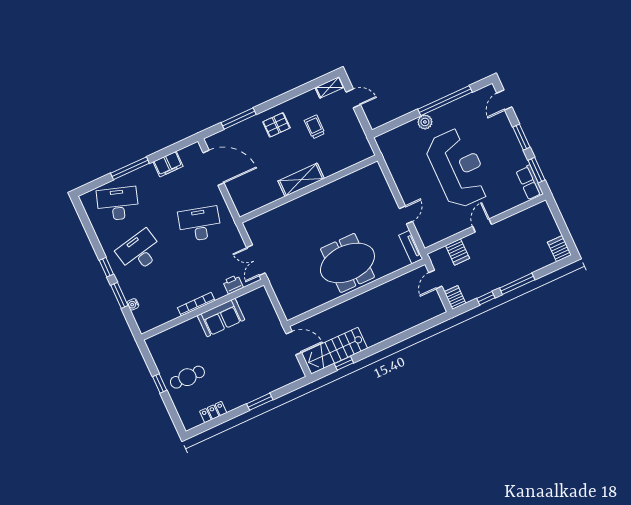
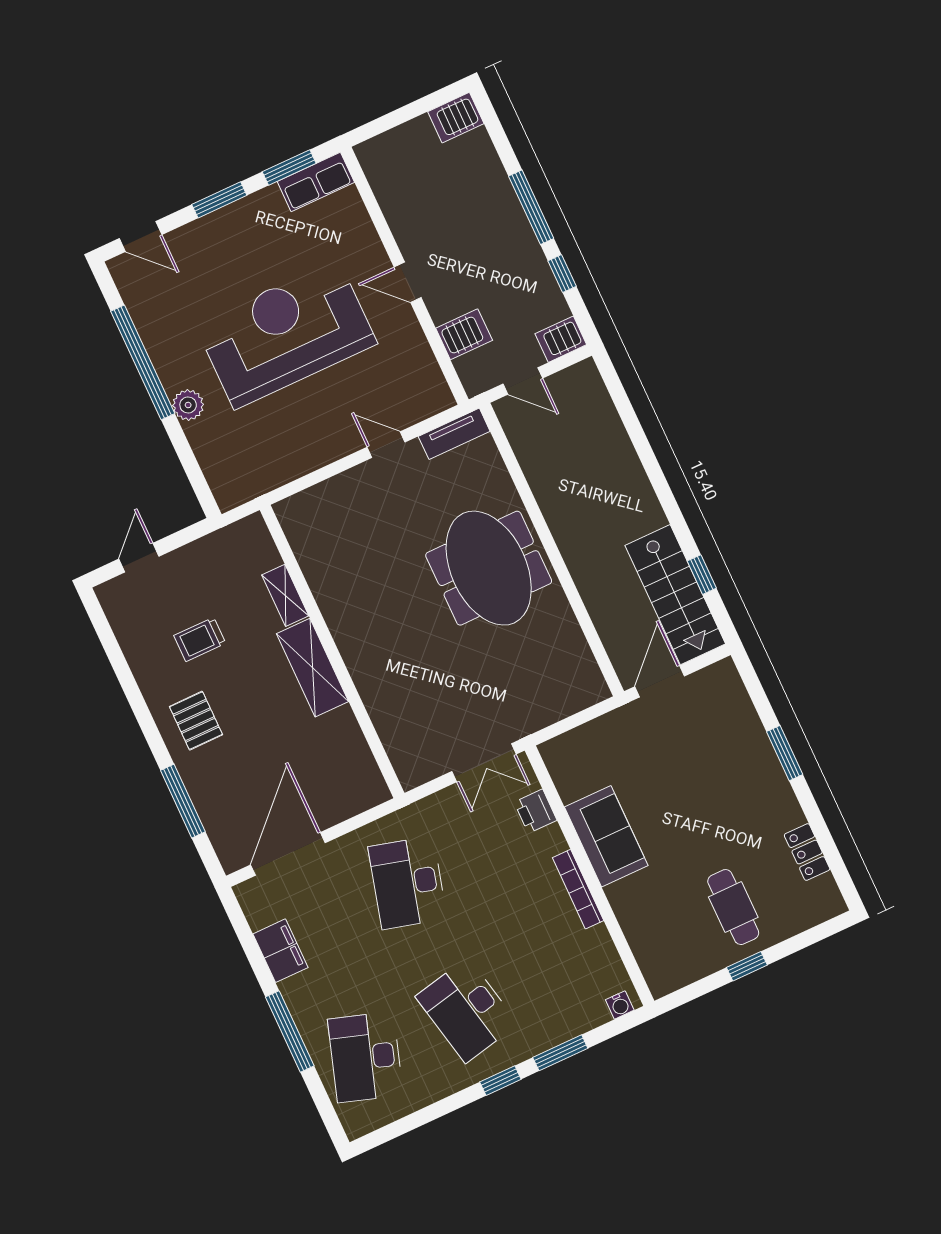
shelving: (330, 87) -> (285, 595), moved
water cooler: (133, 304) -> (620, 1005), moved

